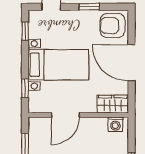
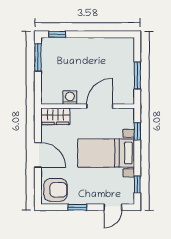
door: (131, 63) -> (38, 155), width x0.73
washing machine: (115, 124) -> (70, 97), moved

